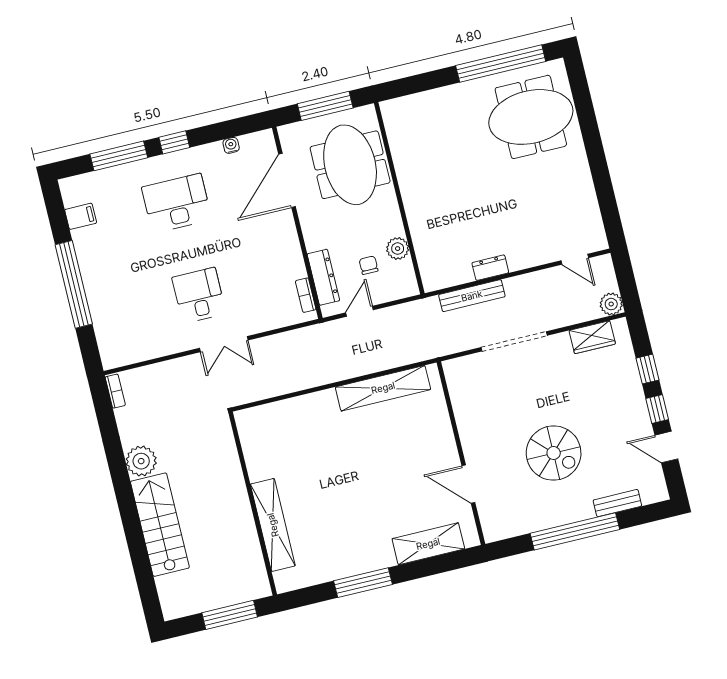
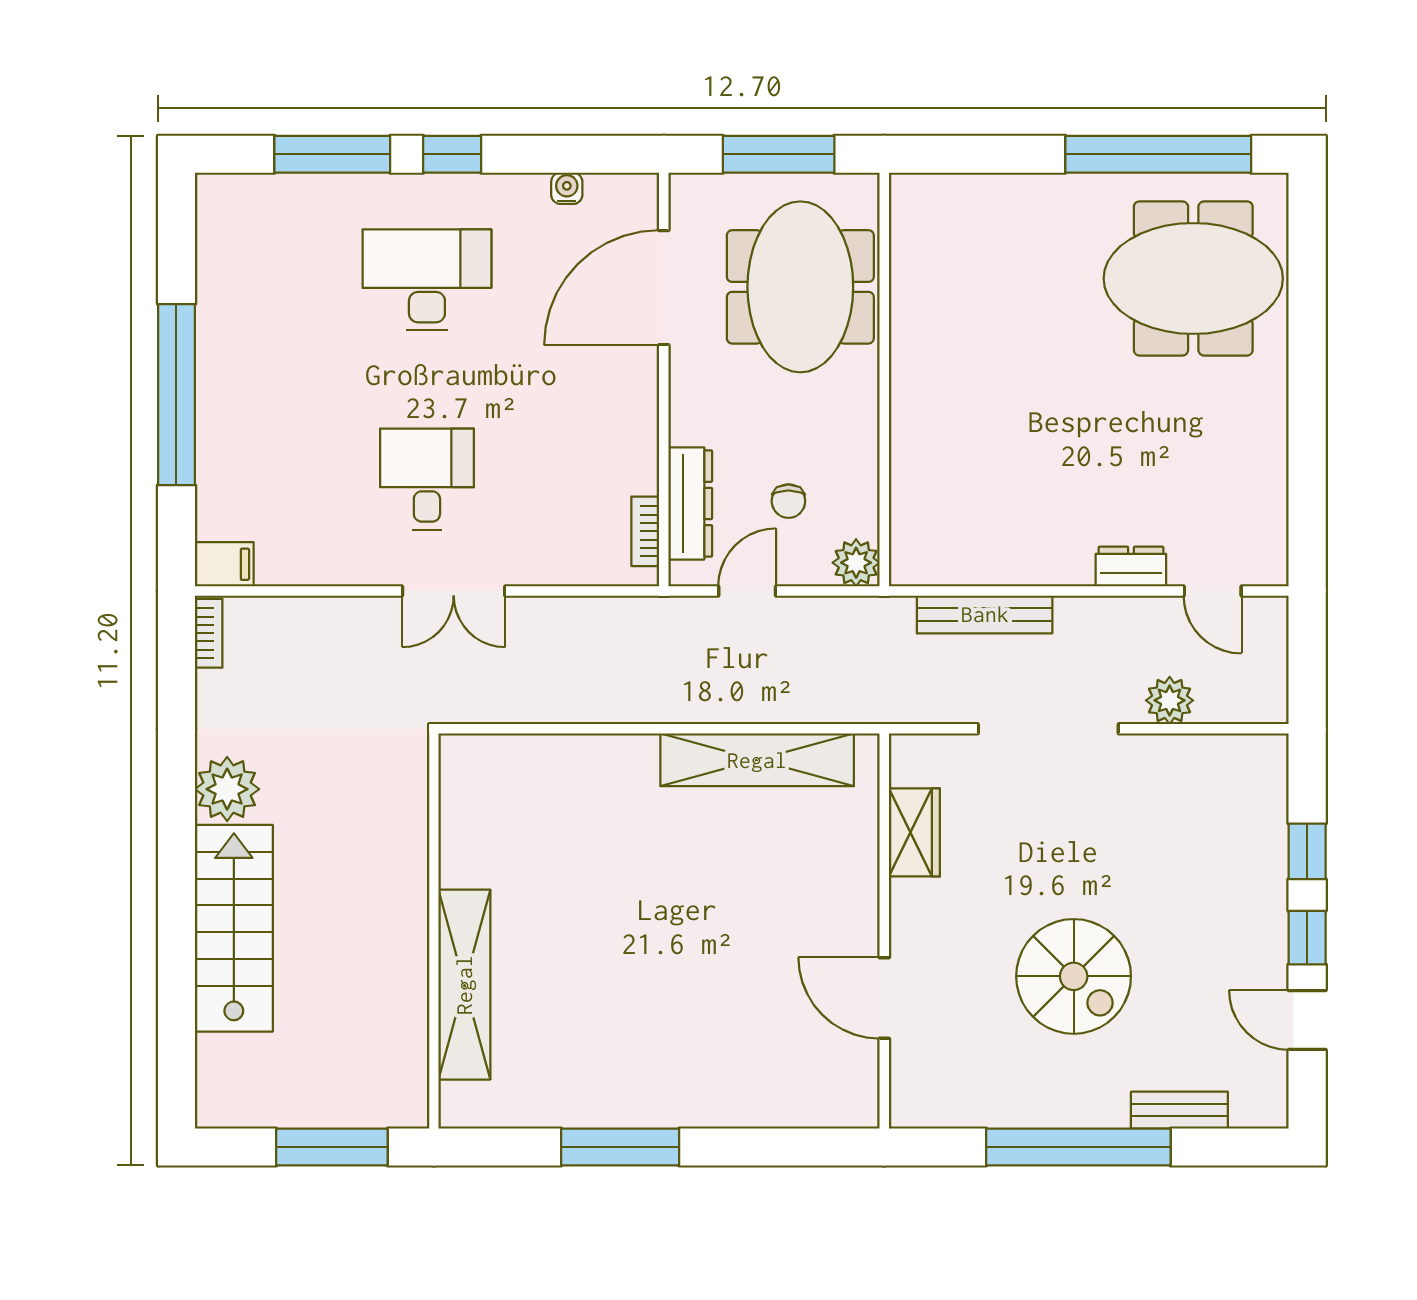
filing cabinet: (81, 216) -> (224, 564), moved
plant: (398, 249) -> (856, 563), moved
chair: (369, 265) -> (788, 501), turned 180
dresser: (490, 268) -> (1131, 566), moved
plant: (611, 304) -> (1170, 700), moved
wardrobe: (592, 337) -> (914, 832), moved, turned -90
shelving: (428, 544) -> (773, 1100), removed

